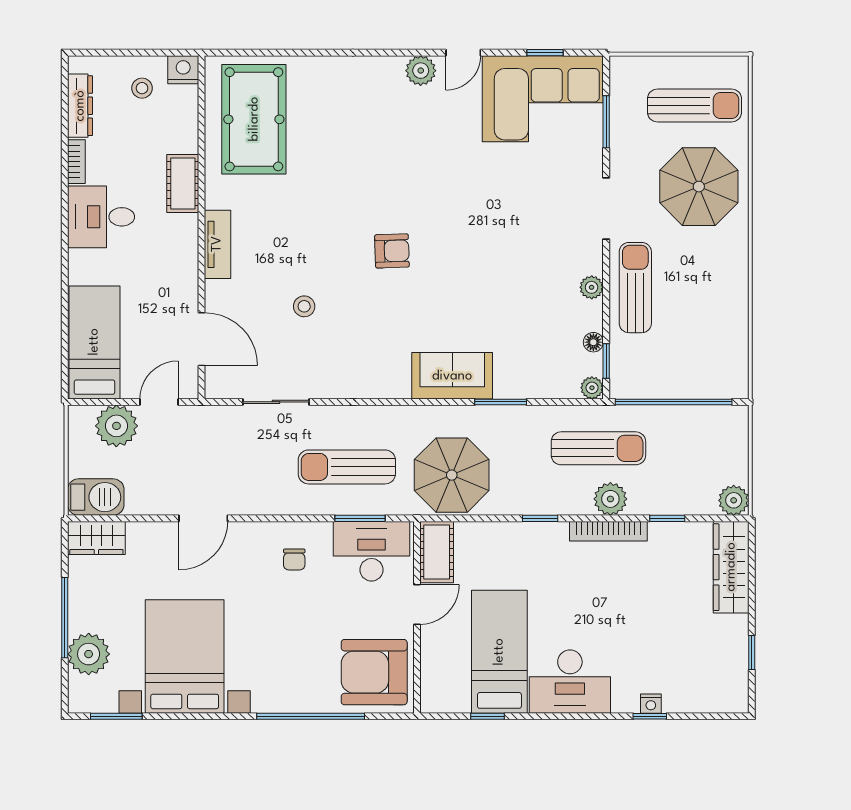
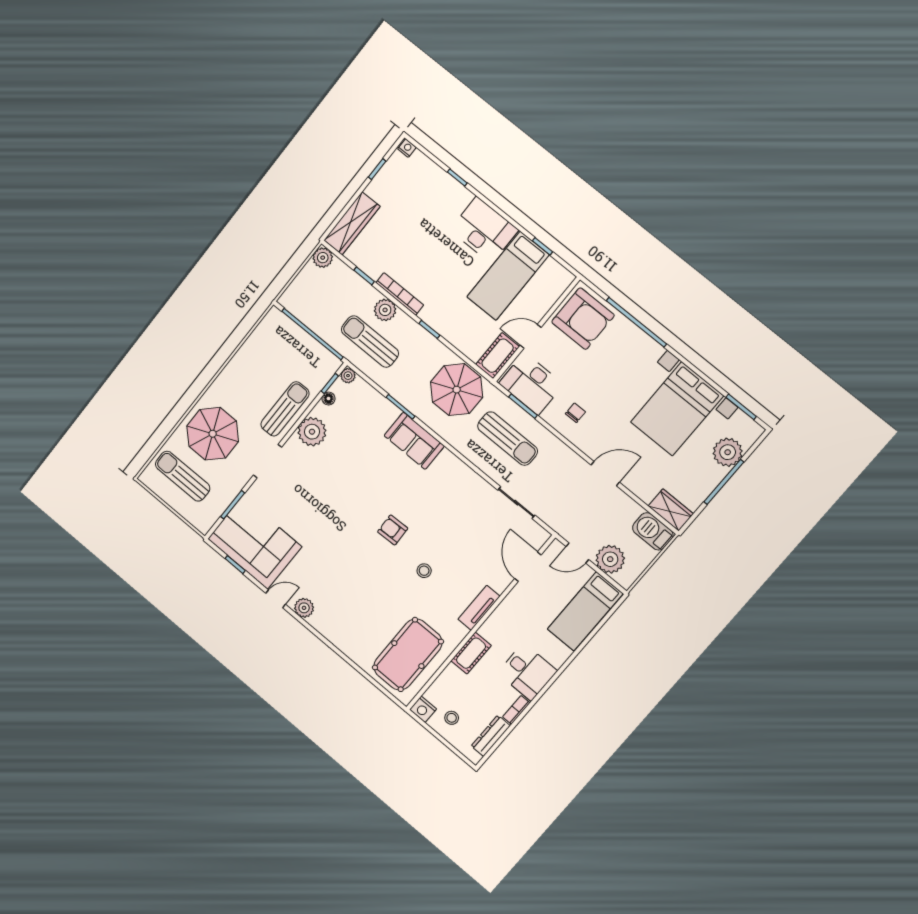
plant: (592, 287) -> (312, 432), width x1.88, depth x1.88
sun lounger: (635, 288) -> (285, 409), turned 180
stool: (304, 306) -> (424, 571), moved
nightstand: (651, 704) -> (407, 148), moved

